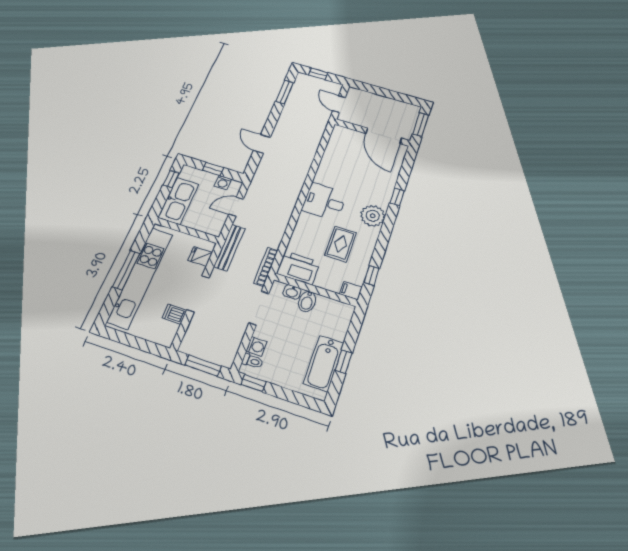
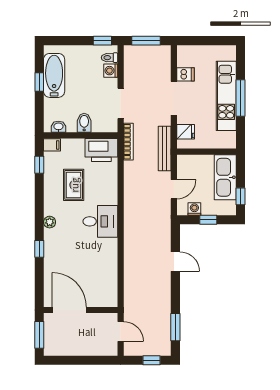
plant: (373, 216) -> (50, 222), width x0.53, depth x0.53
kitchen unit: (140, 277) -> (226, 96), width x0.73
washbasin: (292, 292) -> (58, 127), moved

